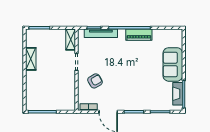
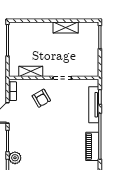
shelving: (71, 40) -> (31, 71), moved
plant: (149, 105) -> (15, 158), added

